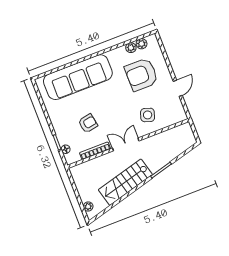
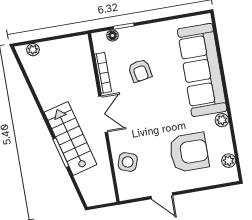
plant: (131, 48) -> (222, 120), moved
armchair: (141, 75) -> (189, 152), turned 90
side table: (148, 115) -> (128, 162), moved
stairs: (125, 182) -> (70, 138), moved

